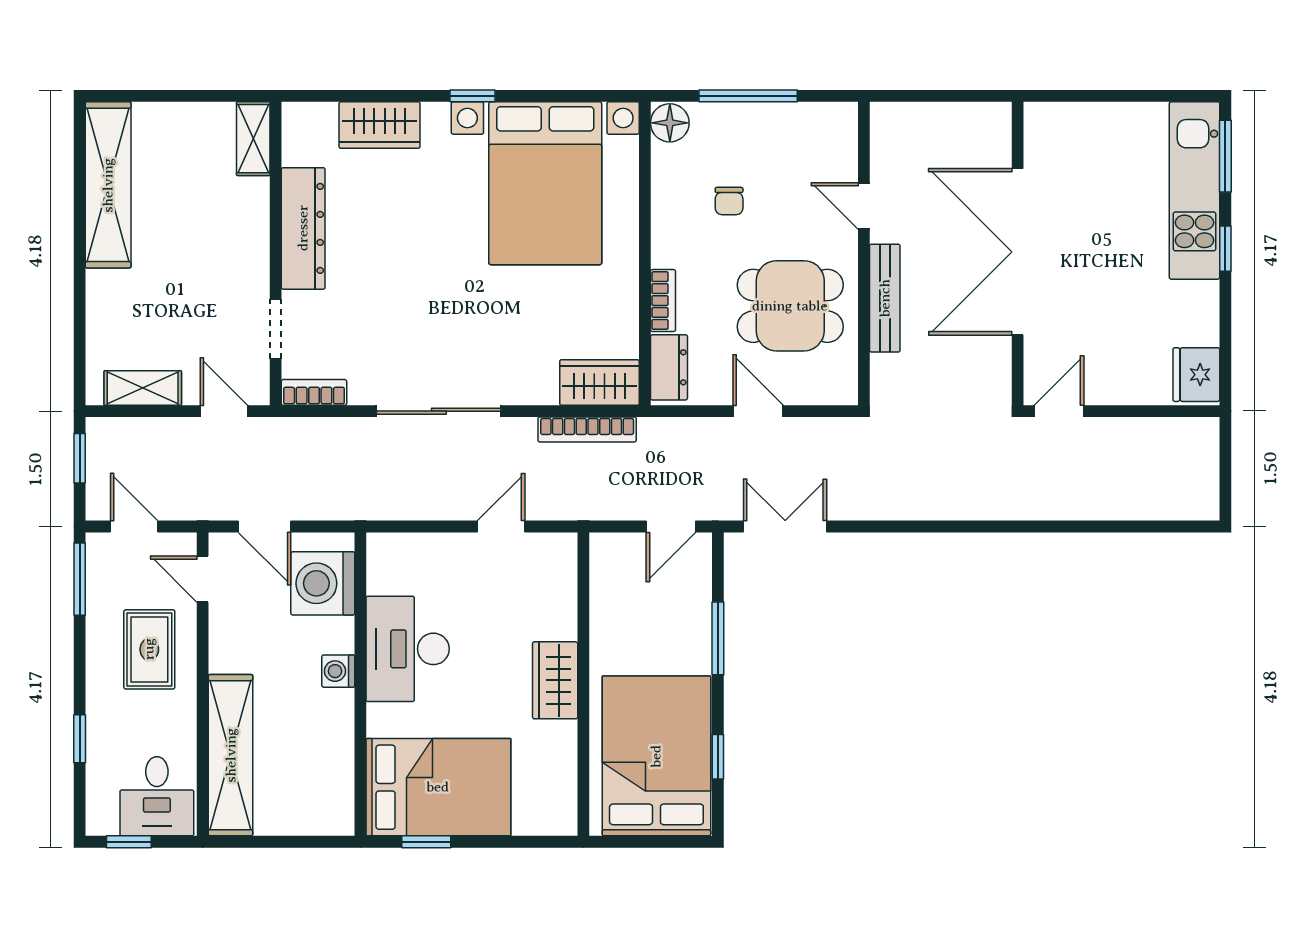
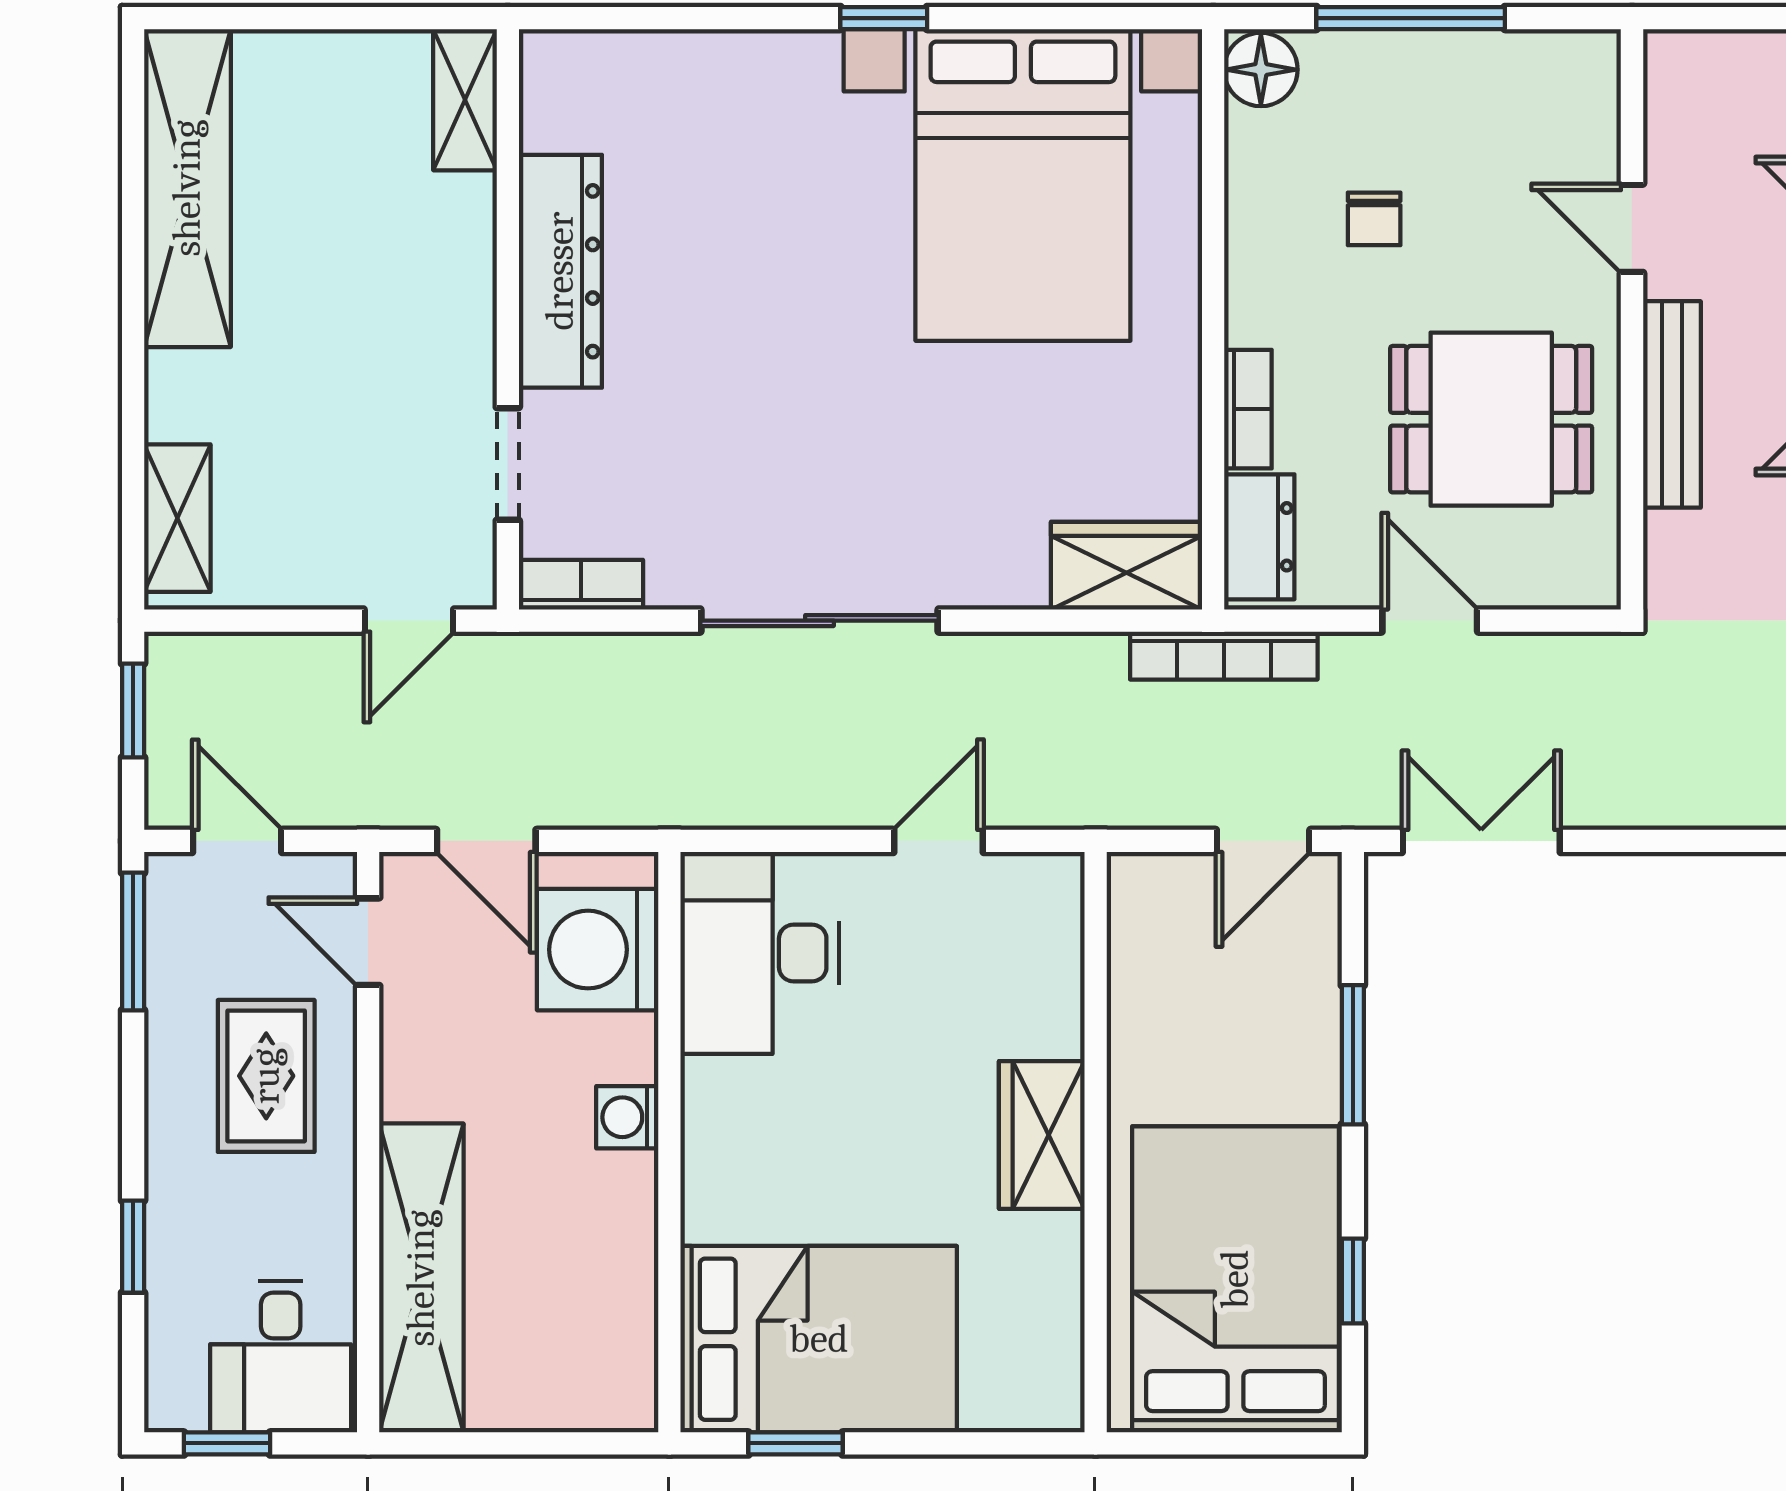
wardrobe: (380, 125) -> (706, 74), removed
shelving: (143, 388) -> (177, 518), moved, turned 90
door: (224, 411) -> (409, 621), swing flipped
bookcase: (587, 430) -> (1224, 656), moved
desk: (408, 649) -> (760, 953), moved

